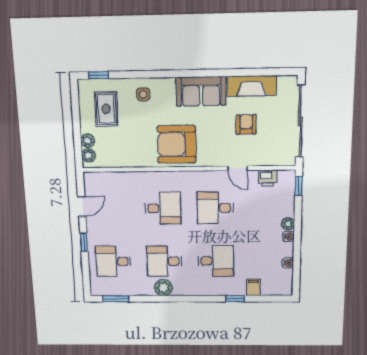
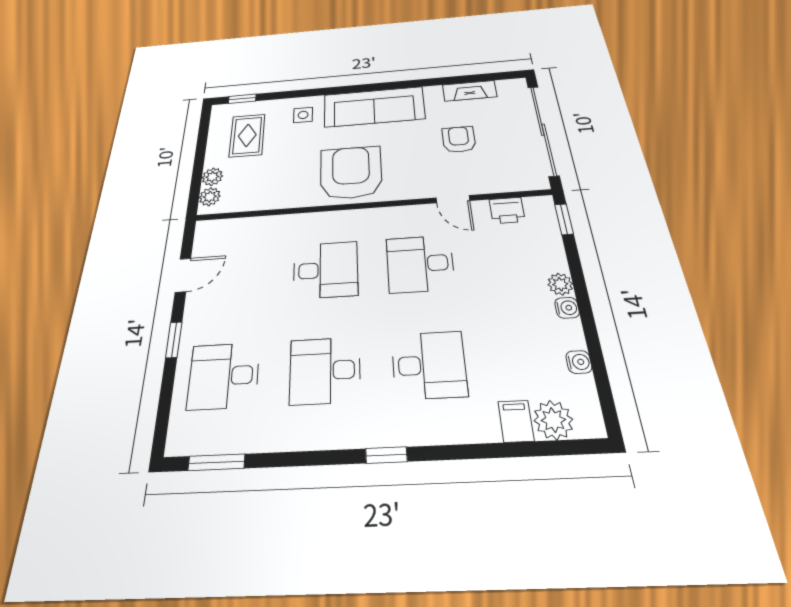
fireplace: (252, 86) -> (469, 91), width x0.73, depth x0.76
sofa: (201, 91) -> (374, 107), width x1.36
armchair: (177, 144) -> (351, 172), turned 90
plant: (163, 288) -> (553, 420), moved
window: (235, 299) -> (386, 455), moved

